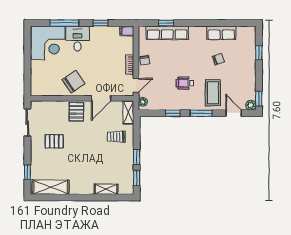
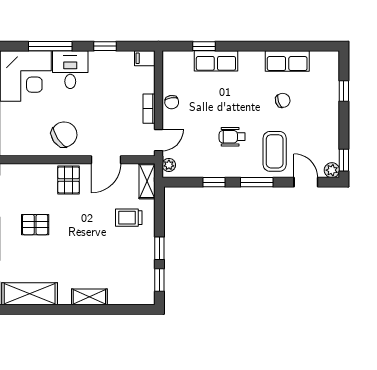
row of seats: (167, 33) -> (216, 61), width x0.68
shelving: (106, 189) -> (89, 297), moved

